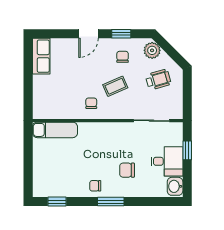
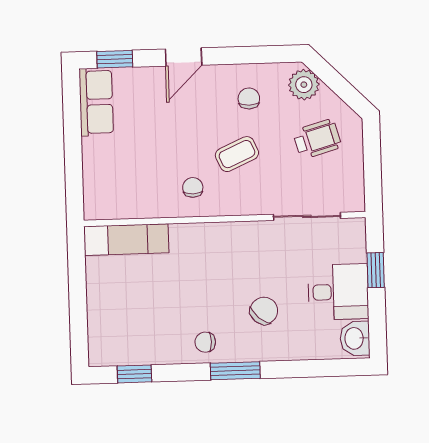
window: (121, 34) -> (115, 59), moved
chair: (127, 170) -> (264, 311), turned 131

